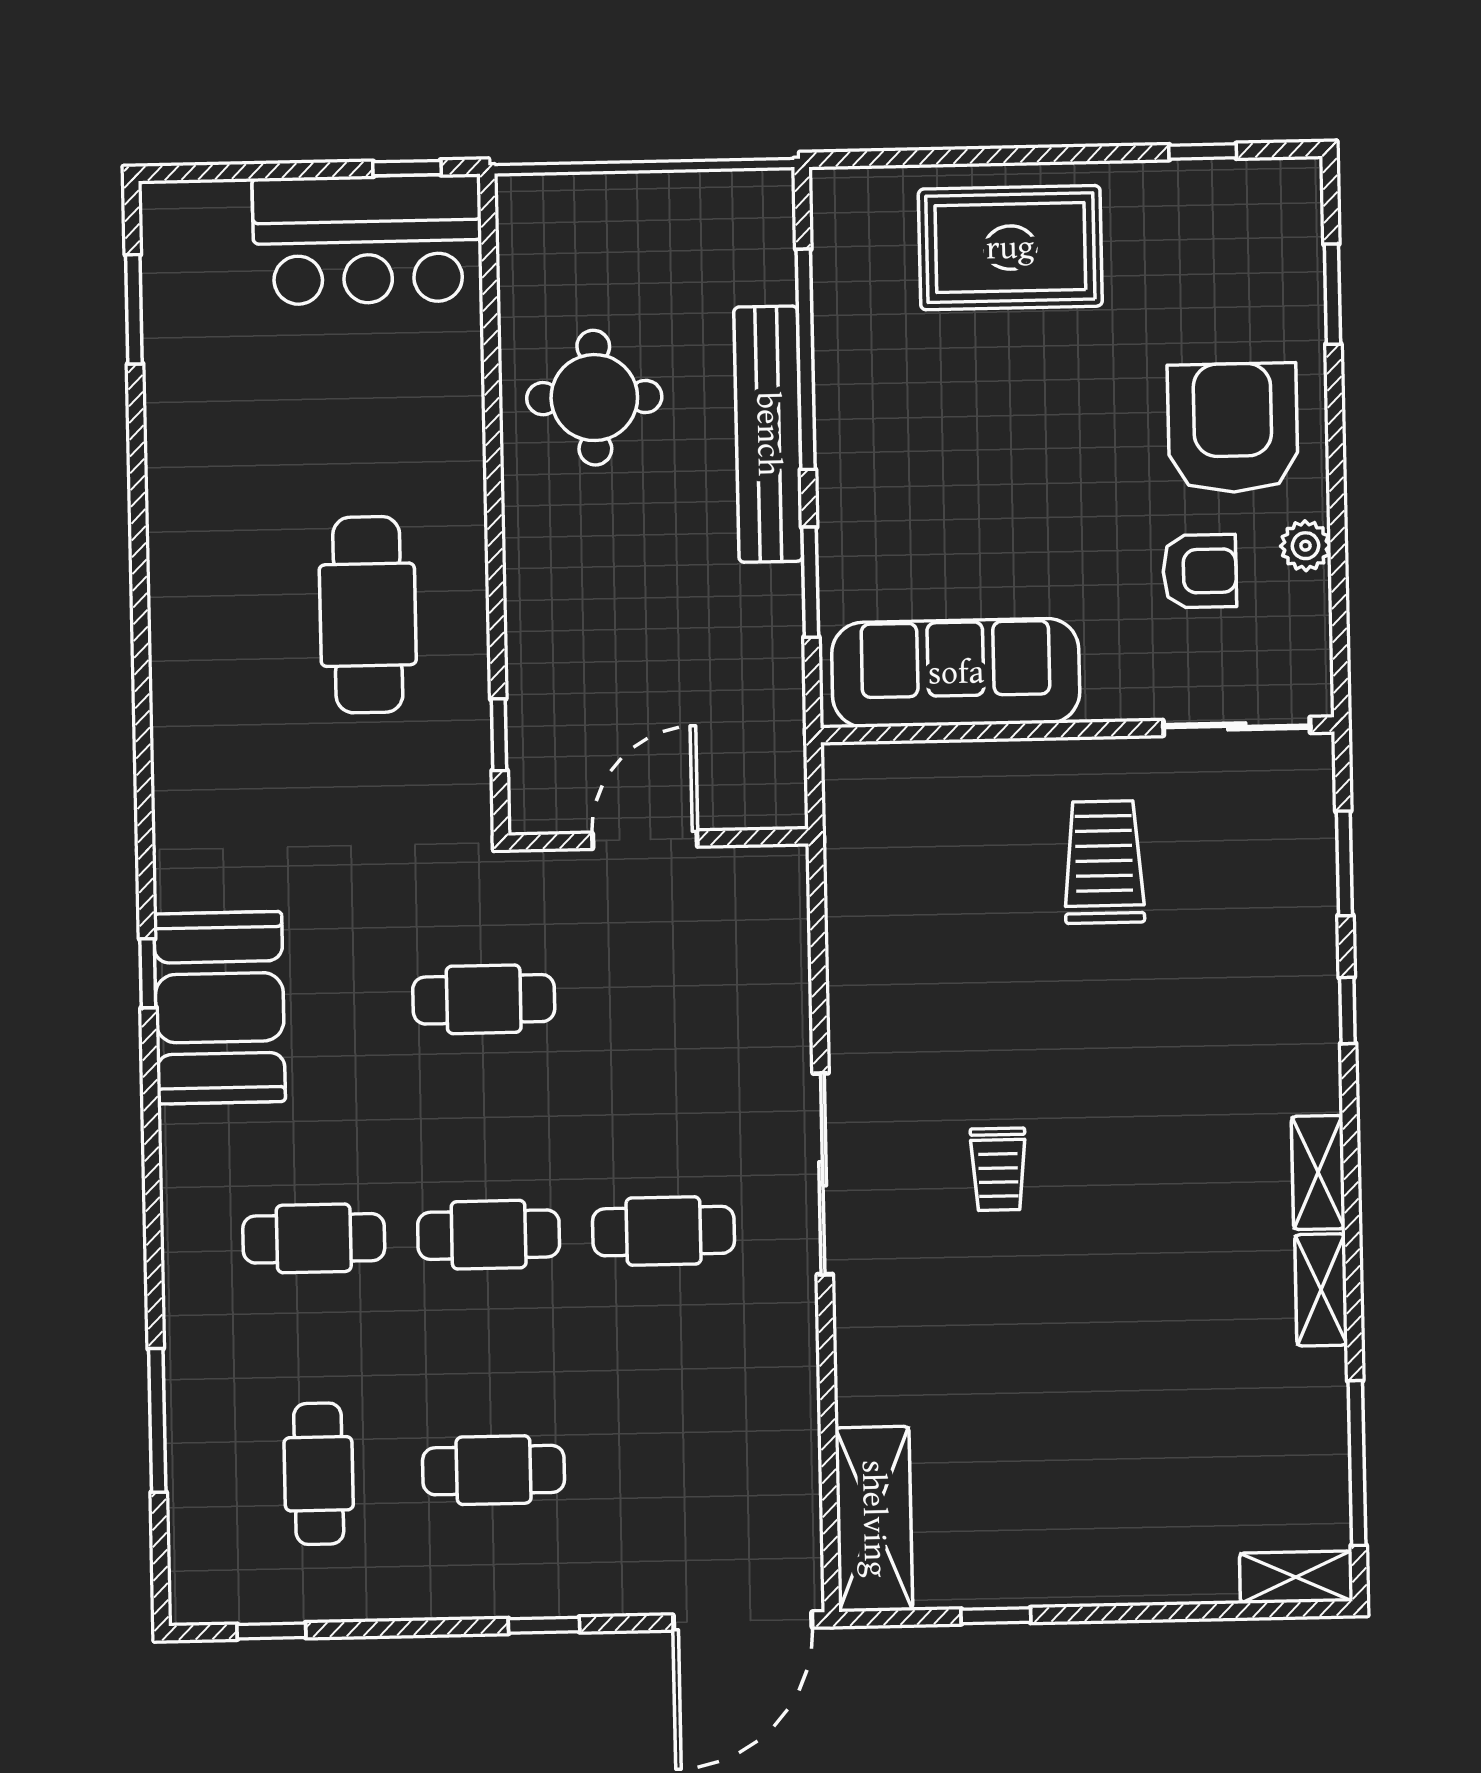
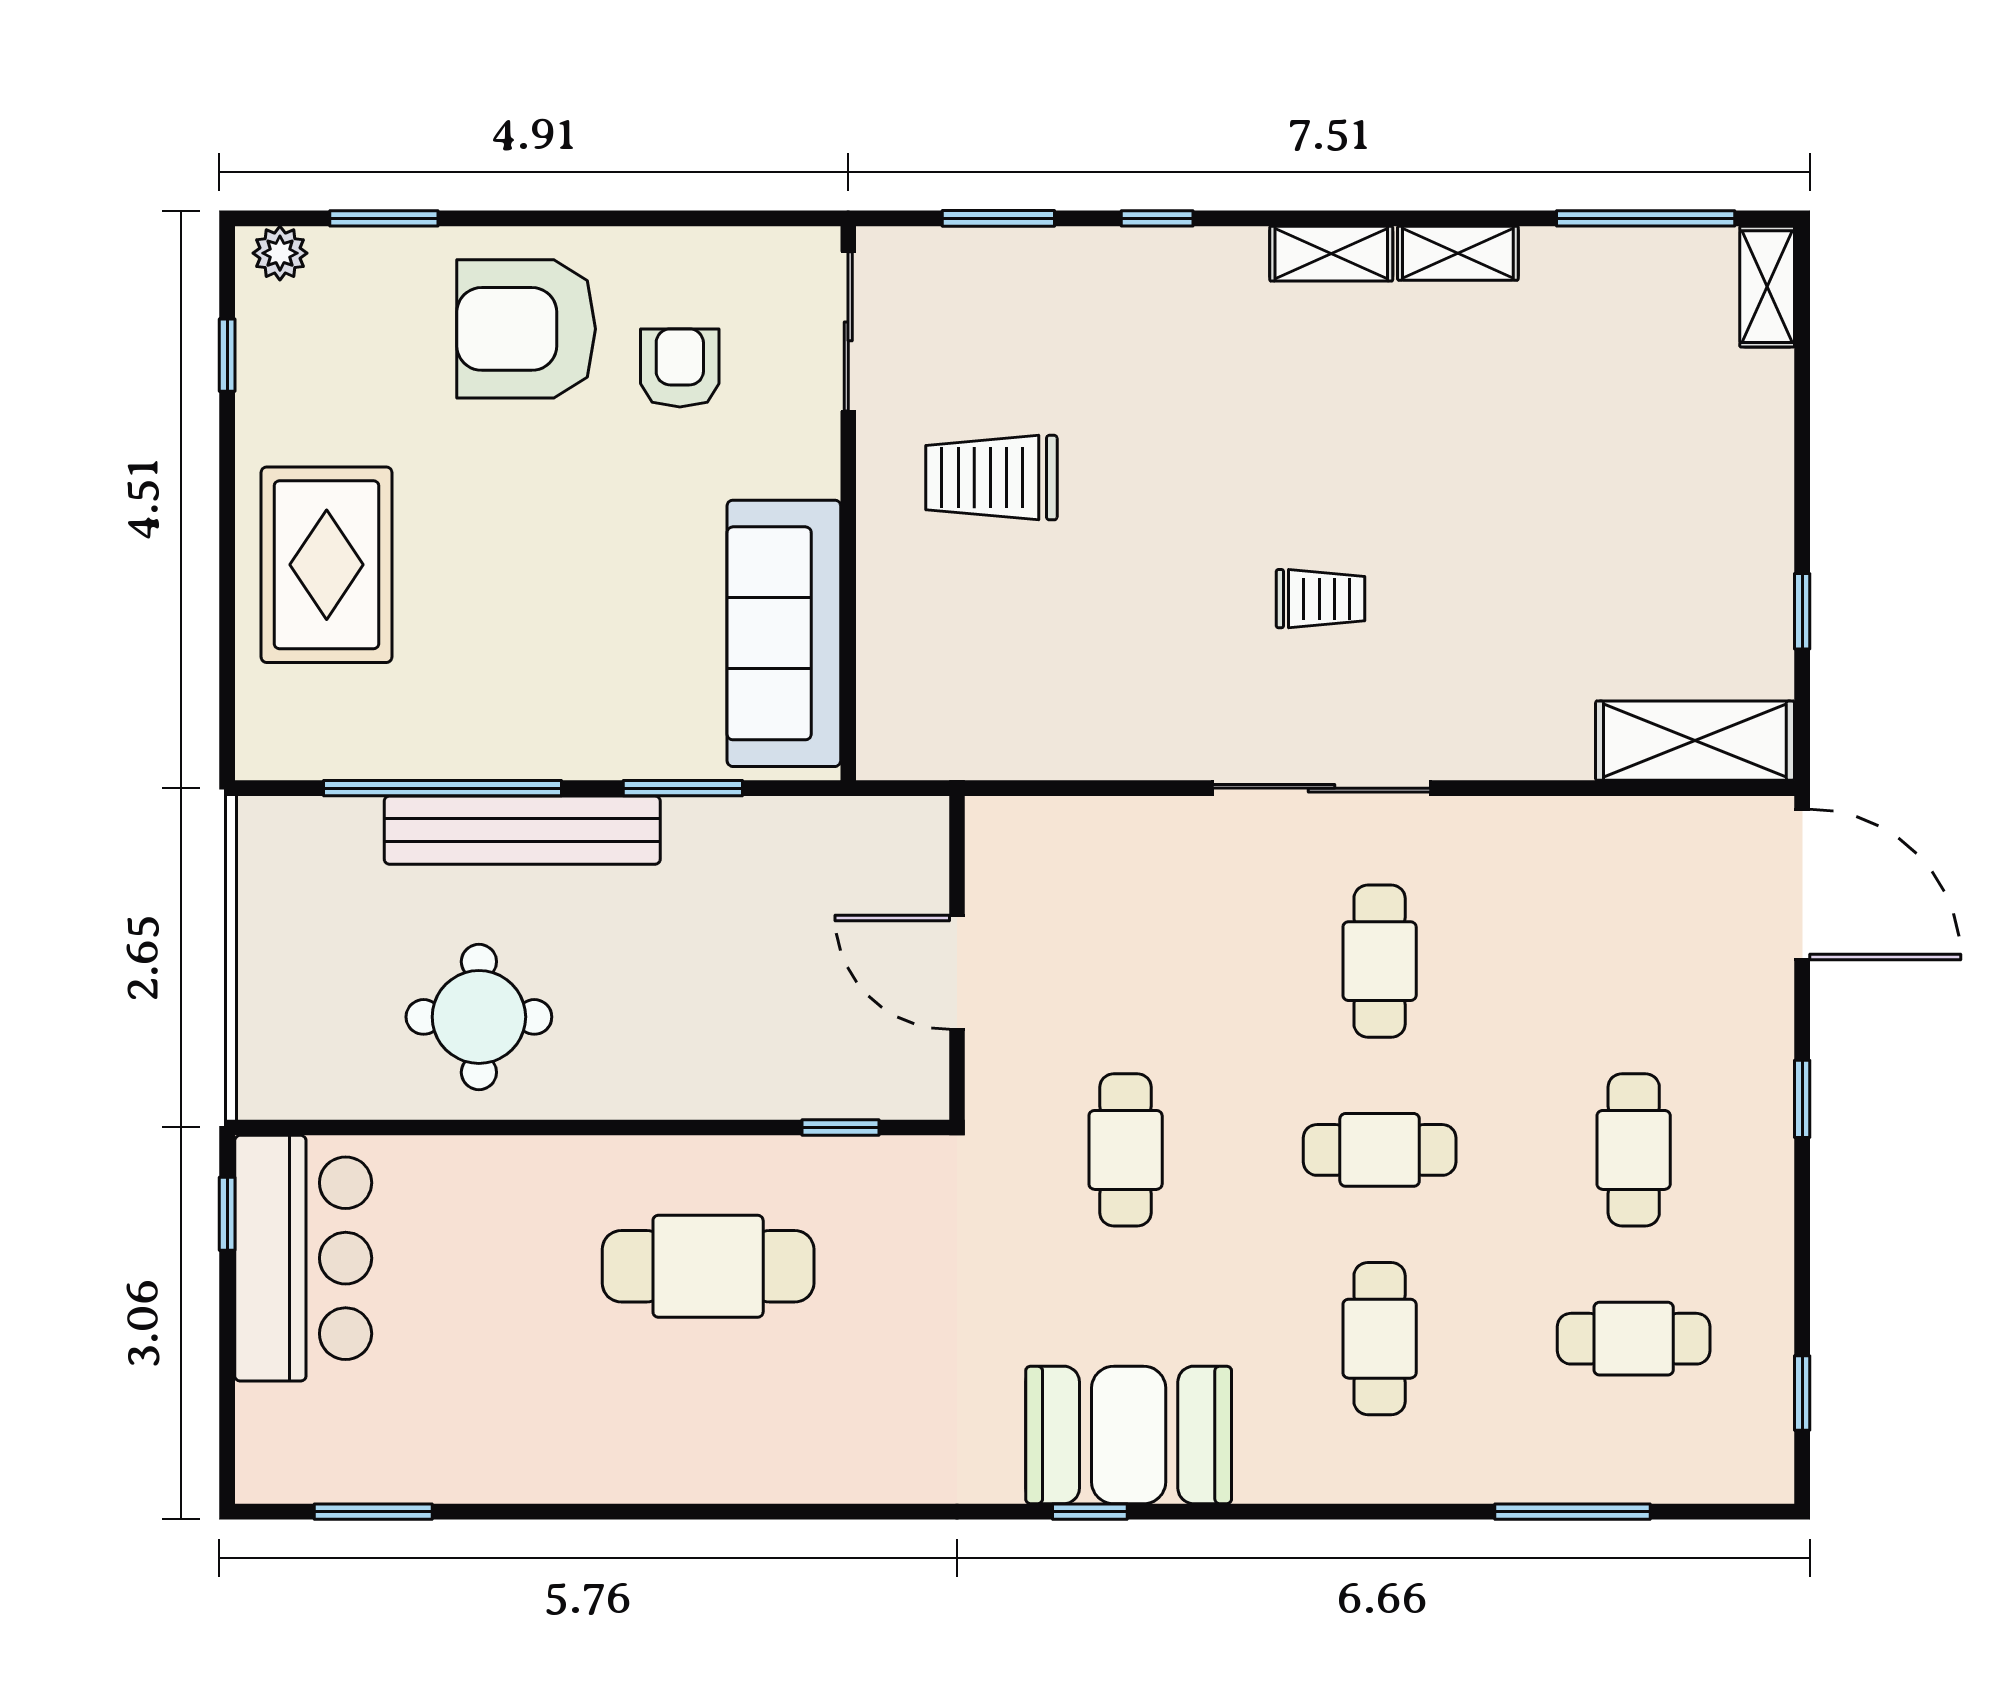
plant: (1305, 546) -> (280, 253), moved
cafe table: (489, 1235) -> (1380, 1150), turned 90

